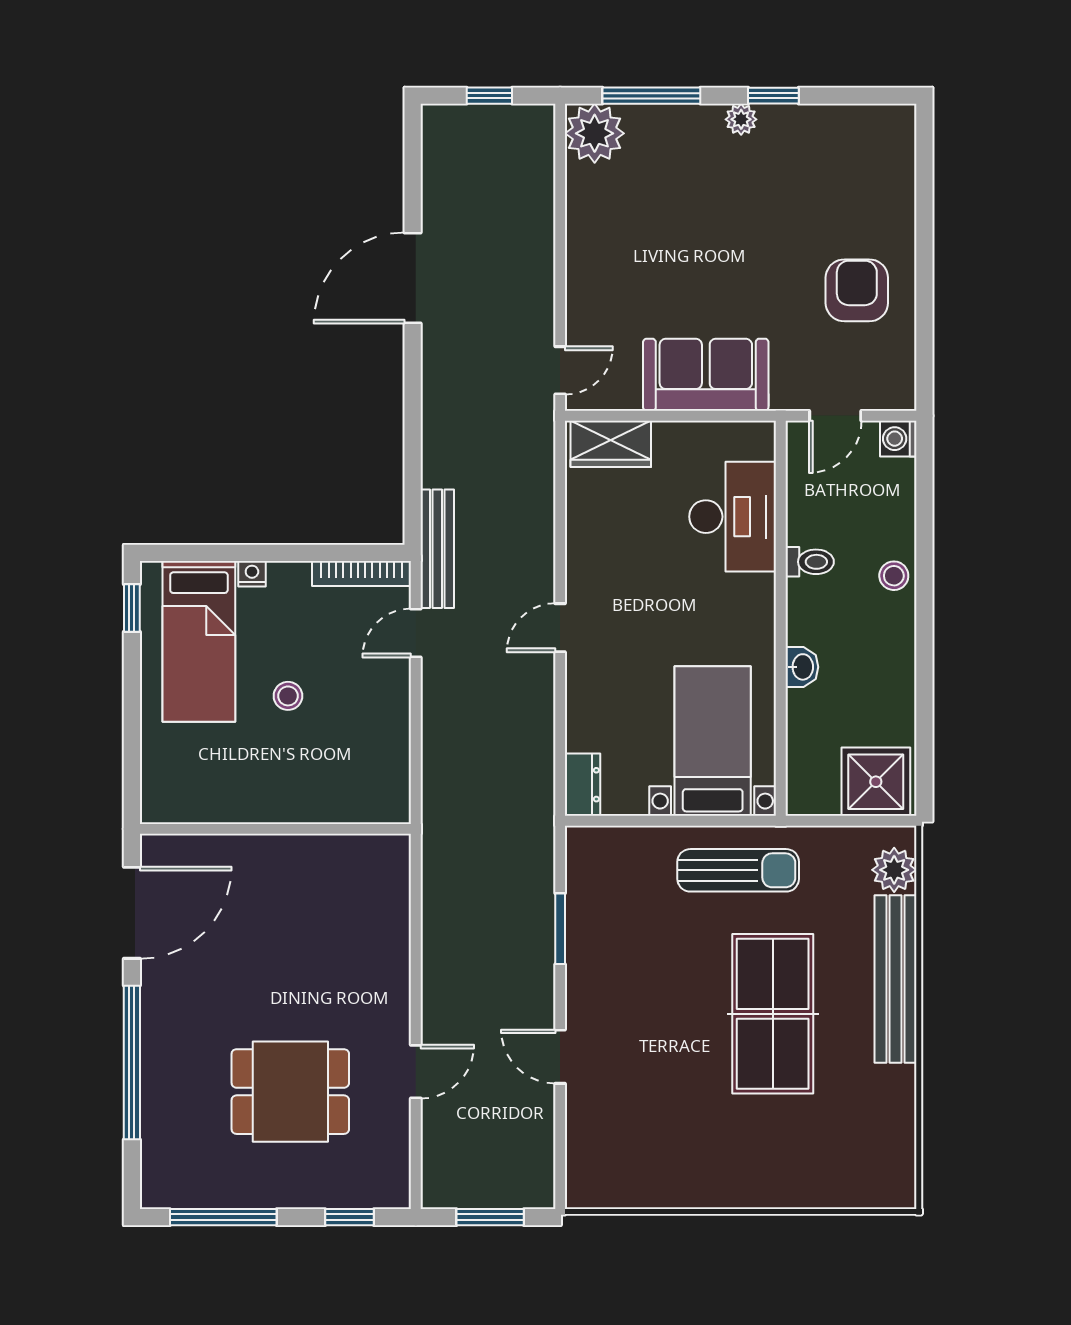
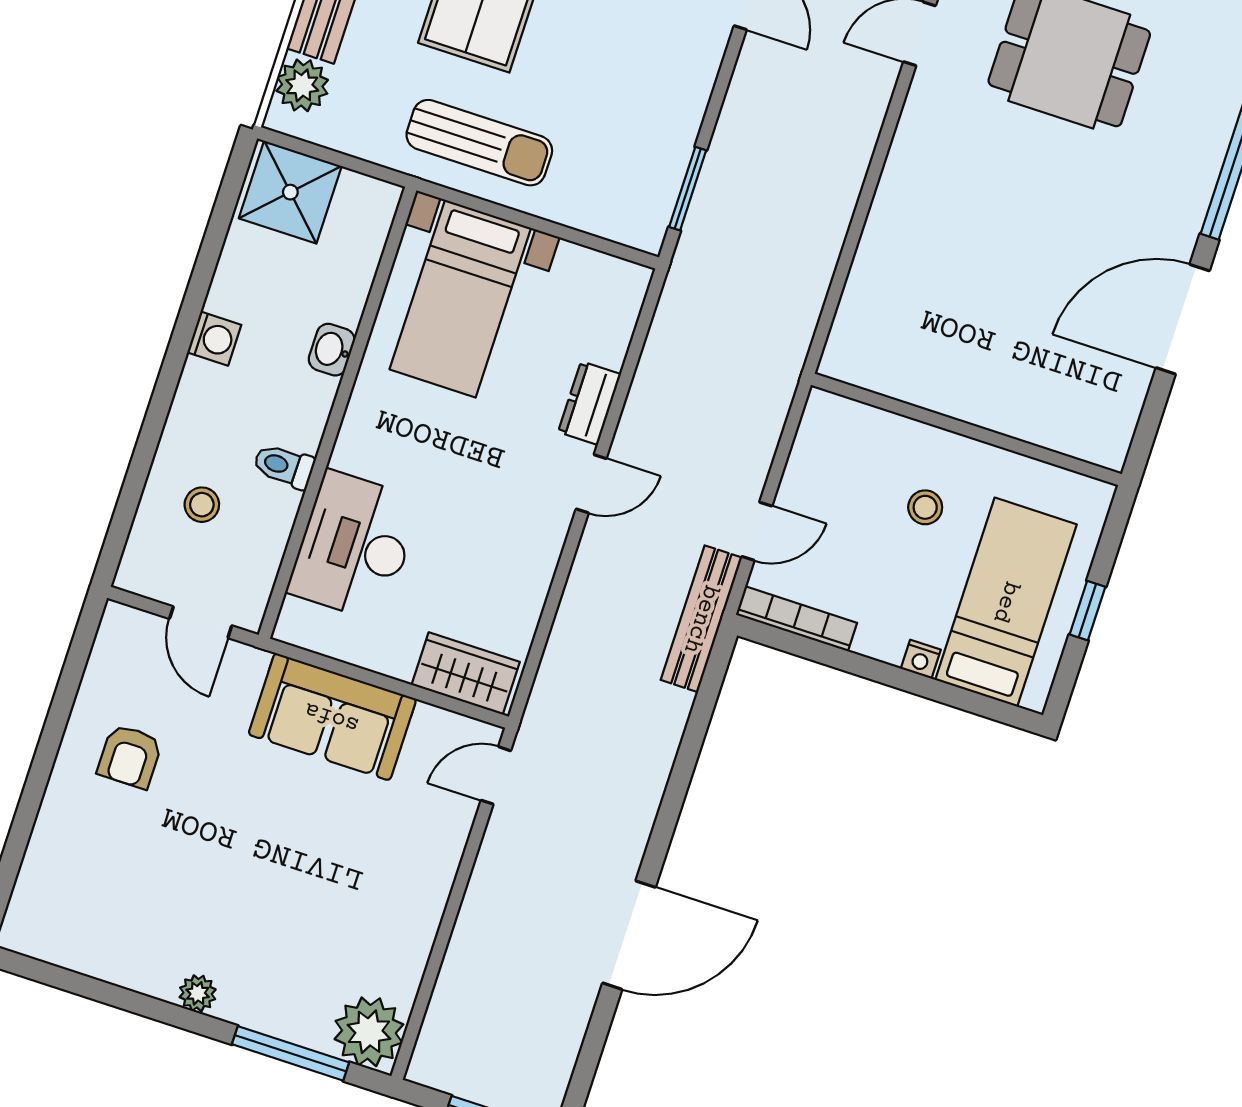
window: (773, 96) -> (152, 1008), removed
armchair: (857, 290) -> (130, 756), width x0.72, depth x0.72
door: (835, 416) -> (201, 622), swing flipped
washing machine: (898, 439) -> (214, 339), moved
stool: (894, 576) -> (202, 505), moved
window: (132, 608) -> (1087, 611), moved
dresser: (583, 785) -> (589, 403), moved
wall: (275, 829) -> (966, 429), moved
sun lounger: (738, 870) -> (479, 143), turned 180
window: (560, 929) -> (688, 189), moved

